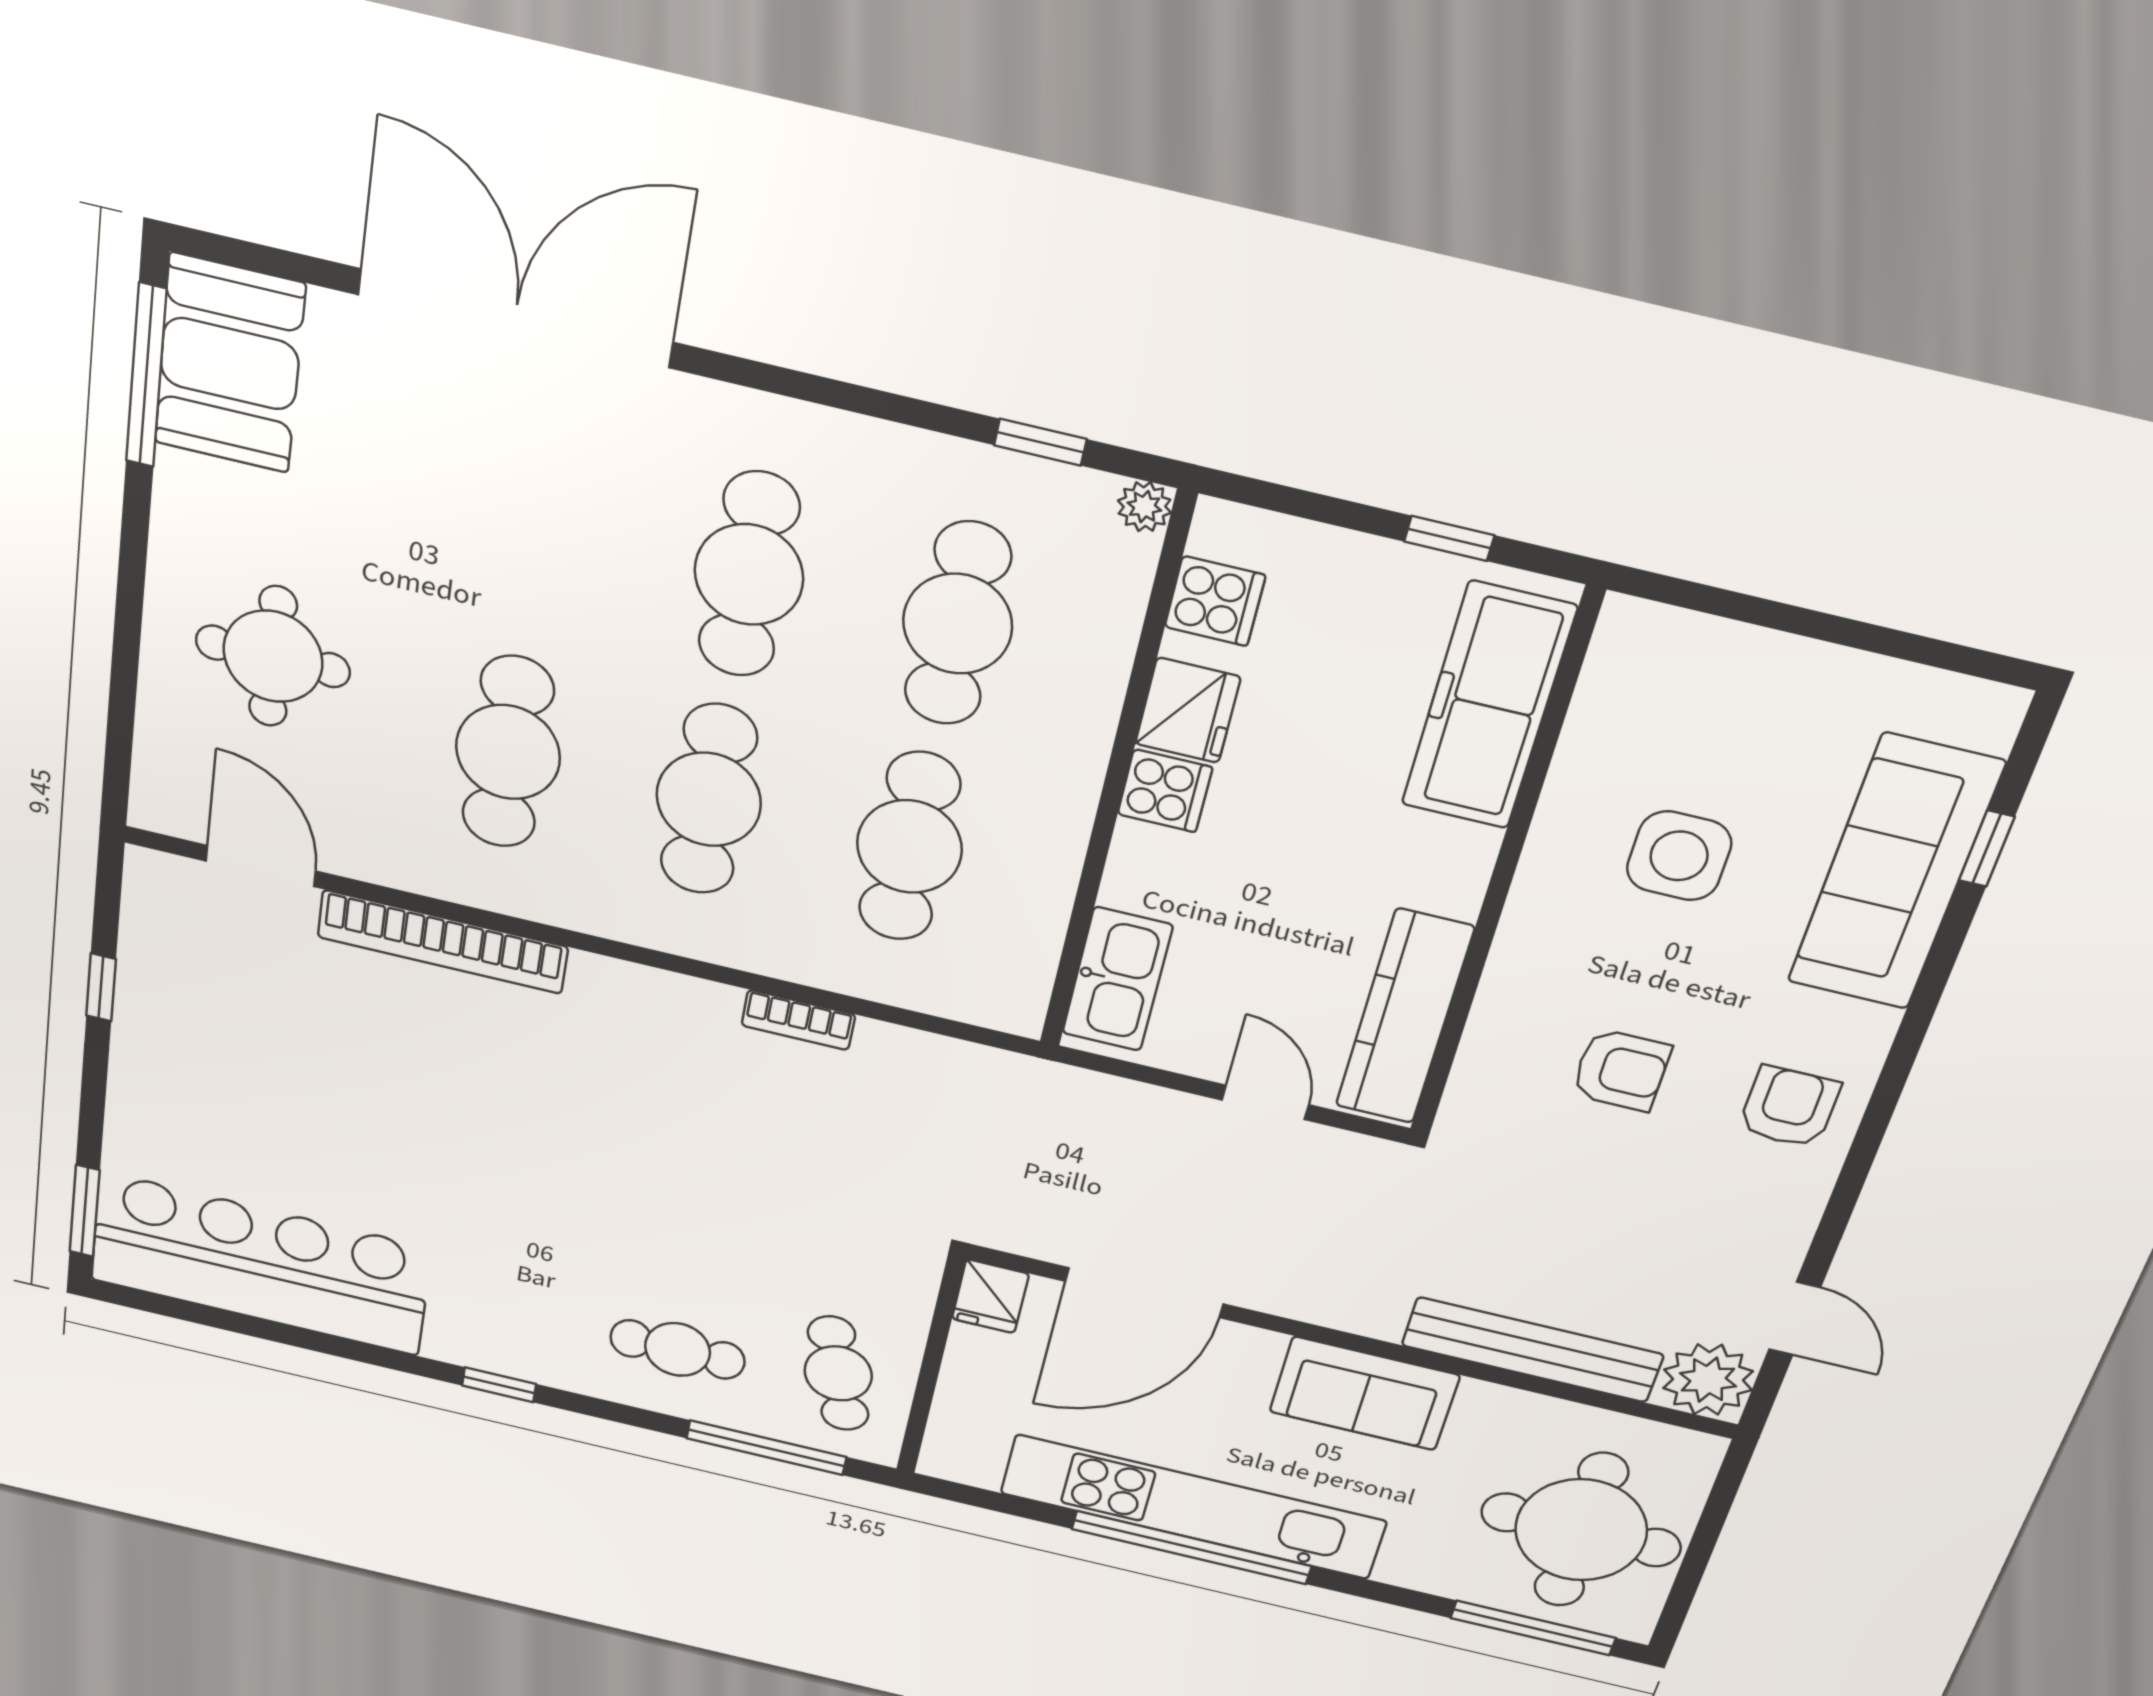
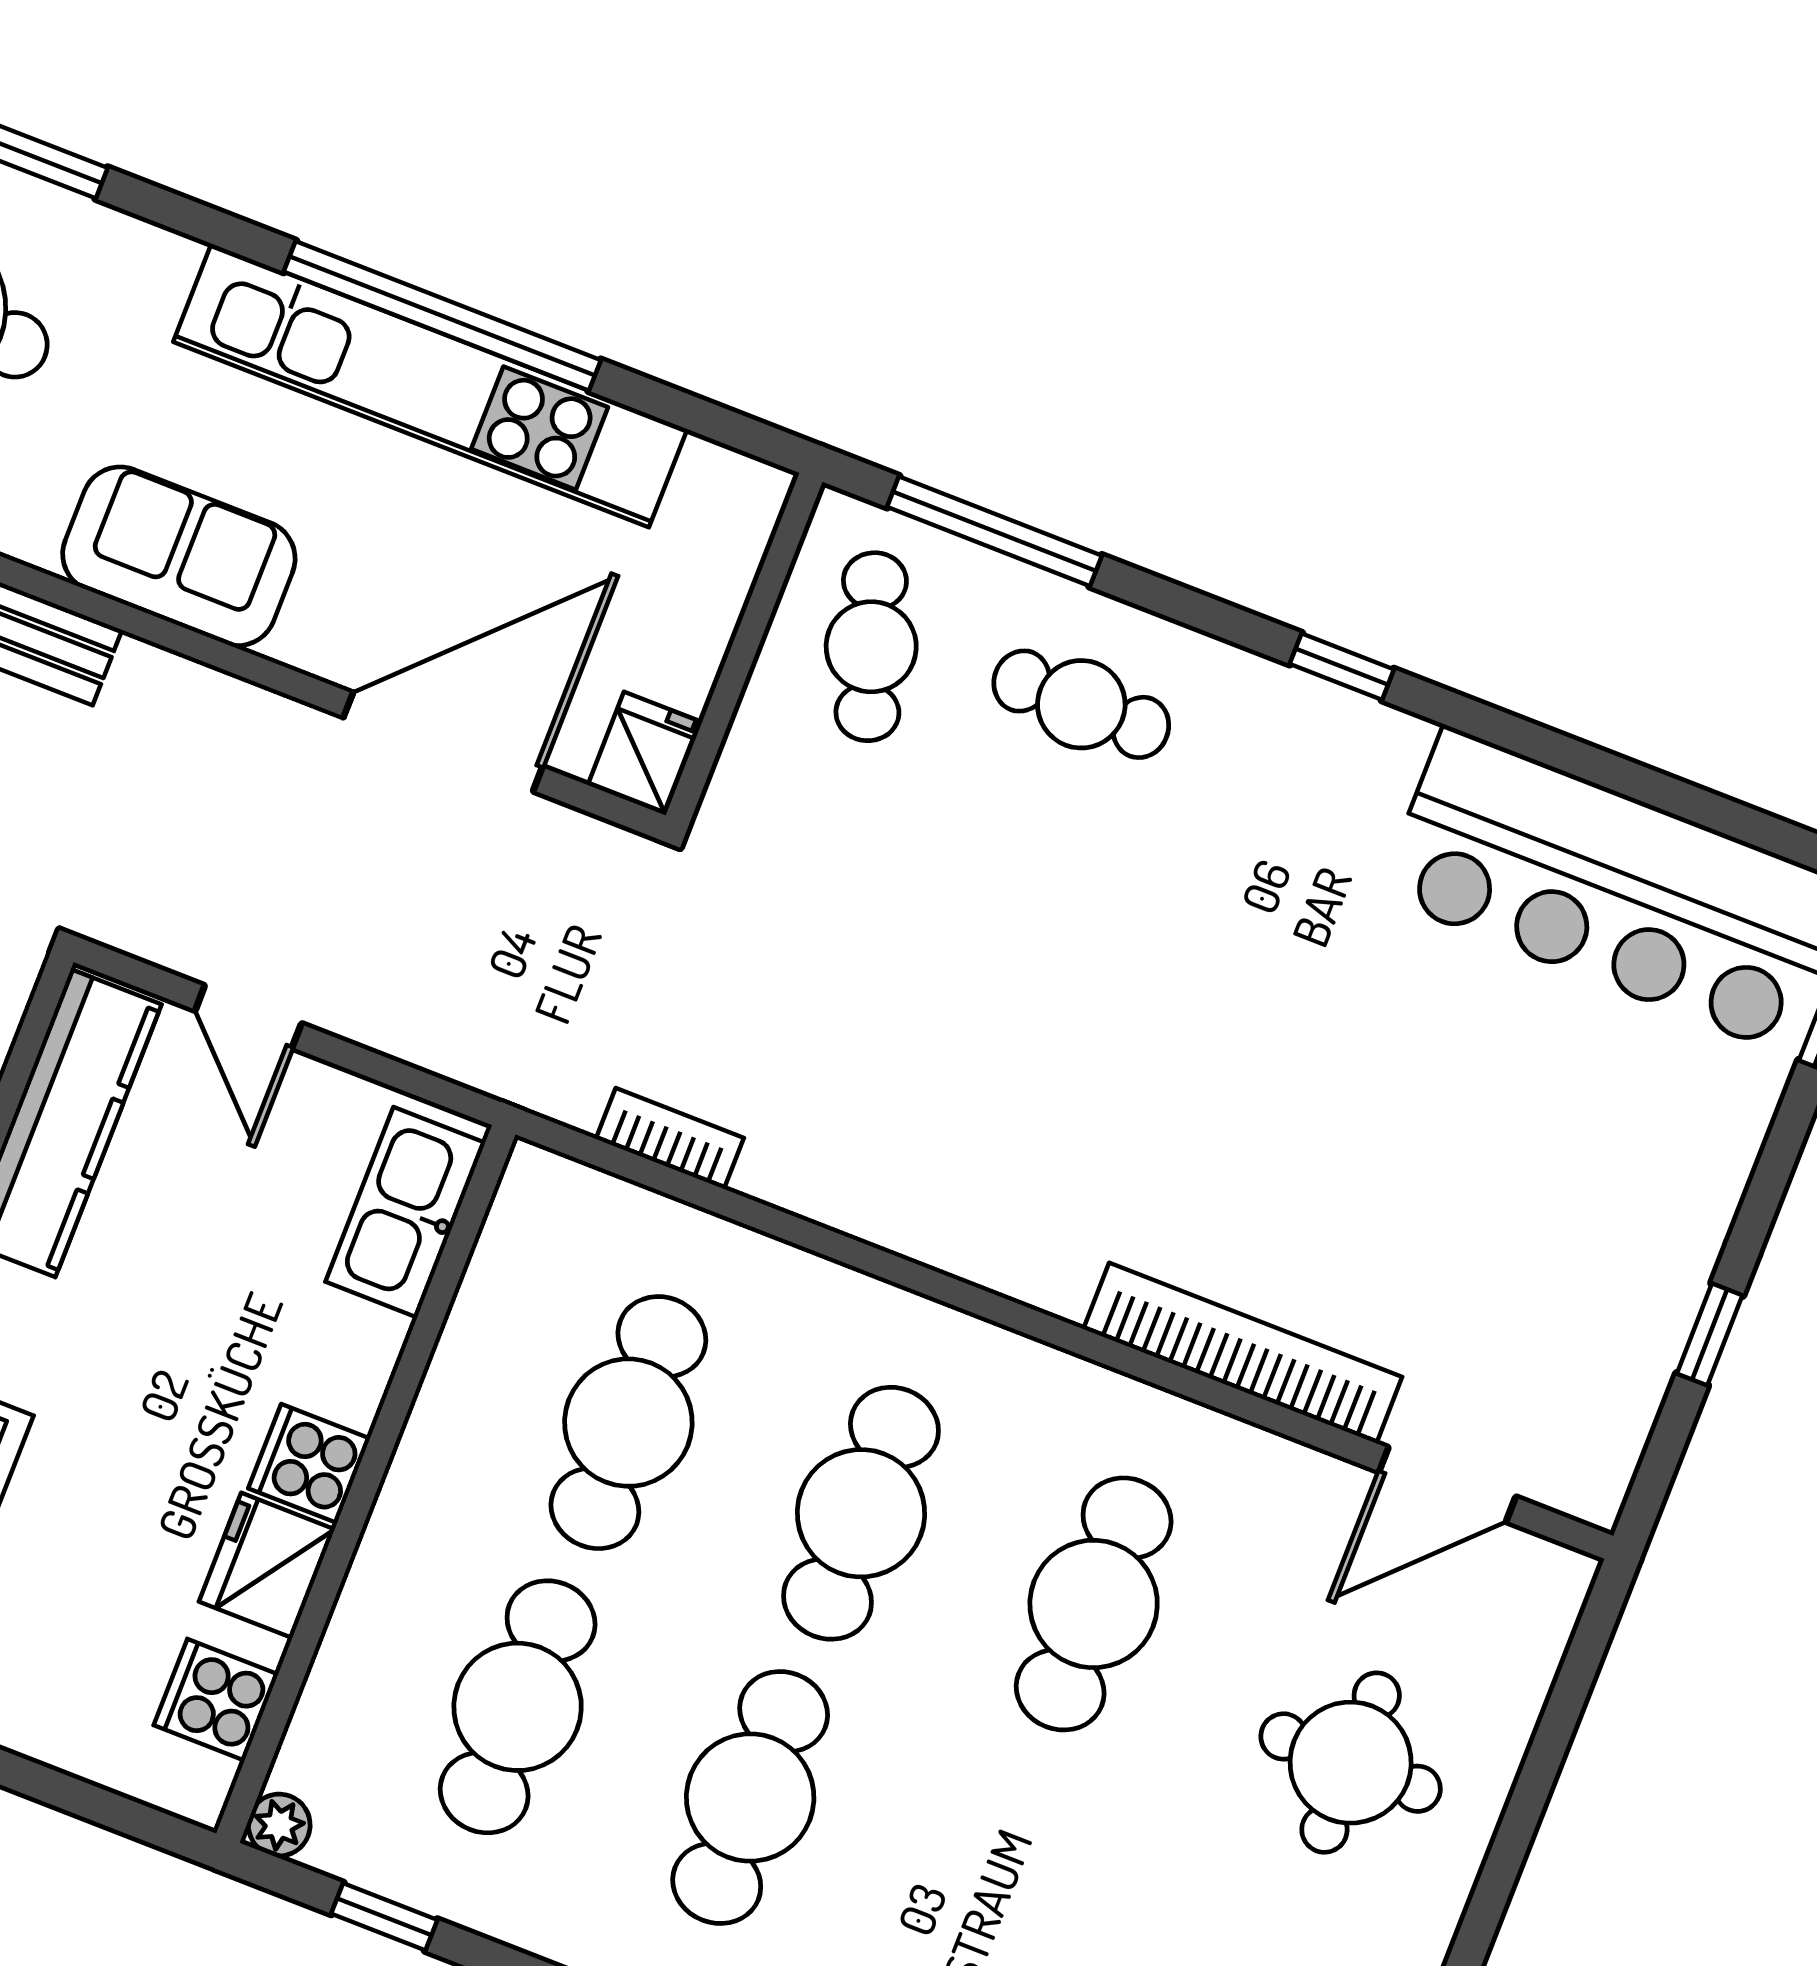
door: (261, 866) -> (1447, 1484), hinge flipped
bookcase: (798, 1020) -> (670, 1139), moved

